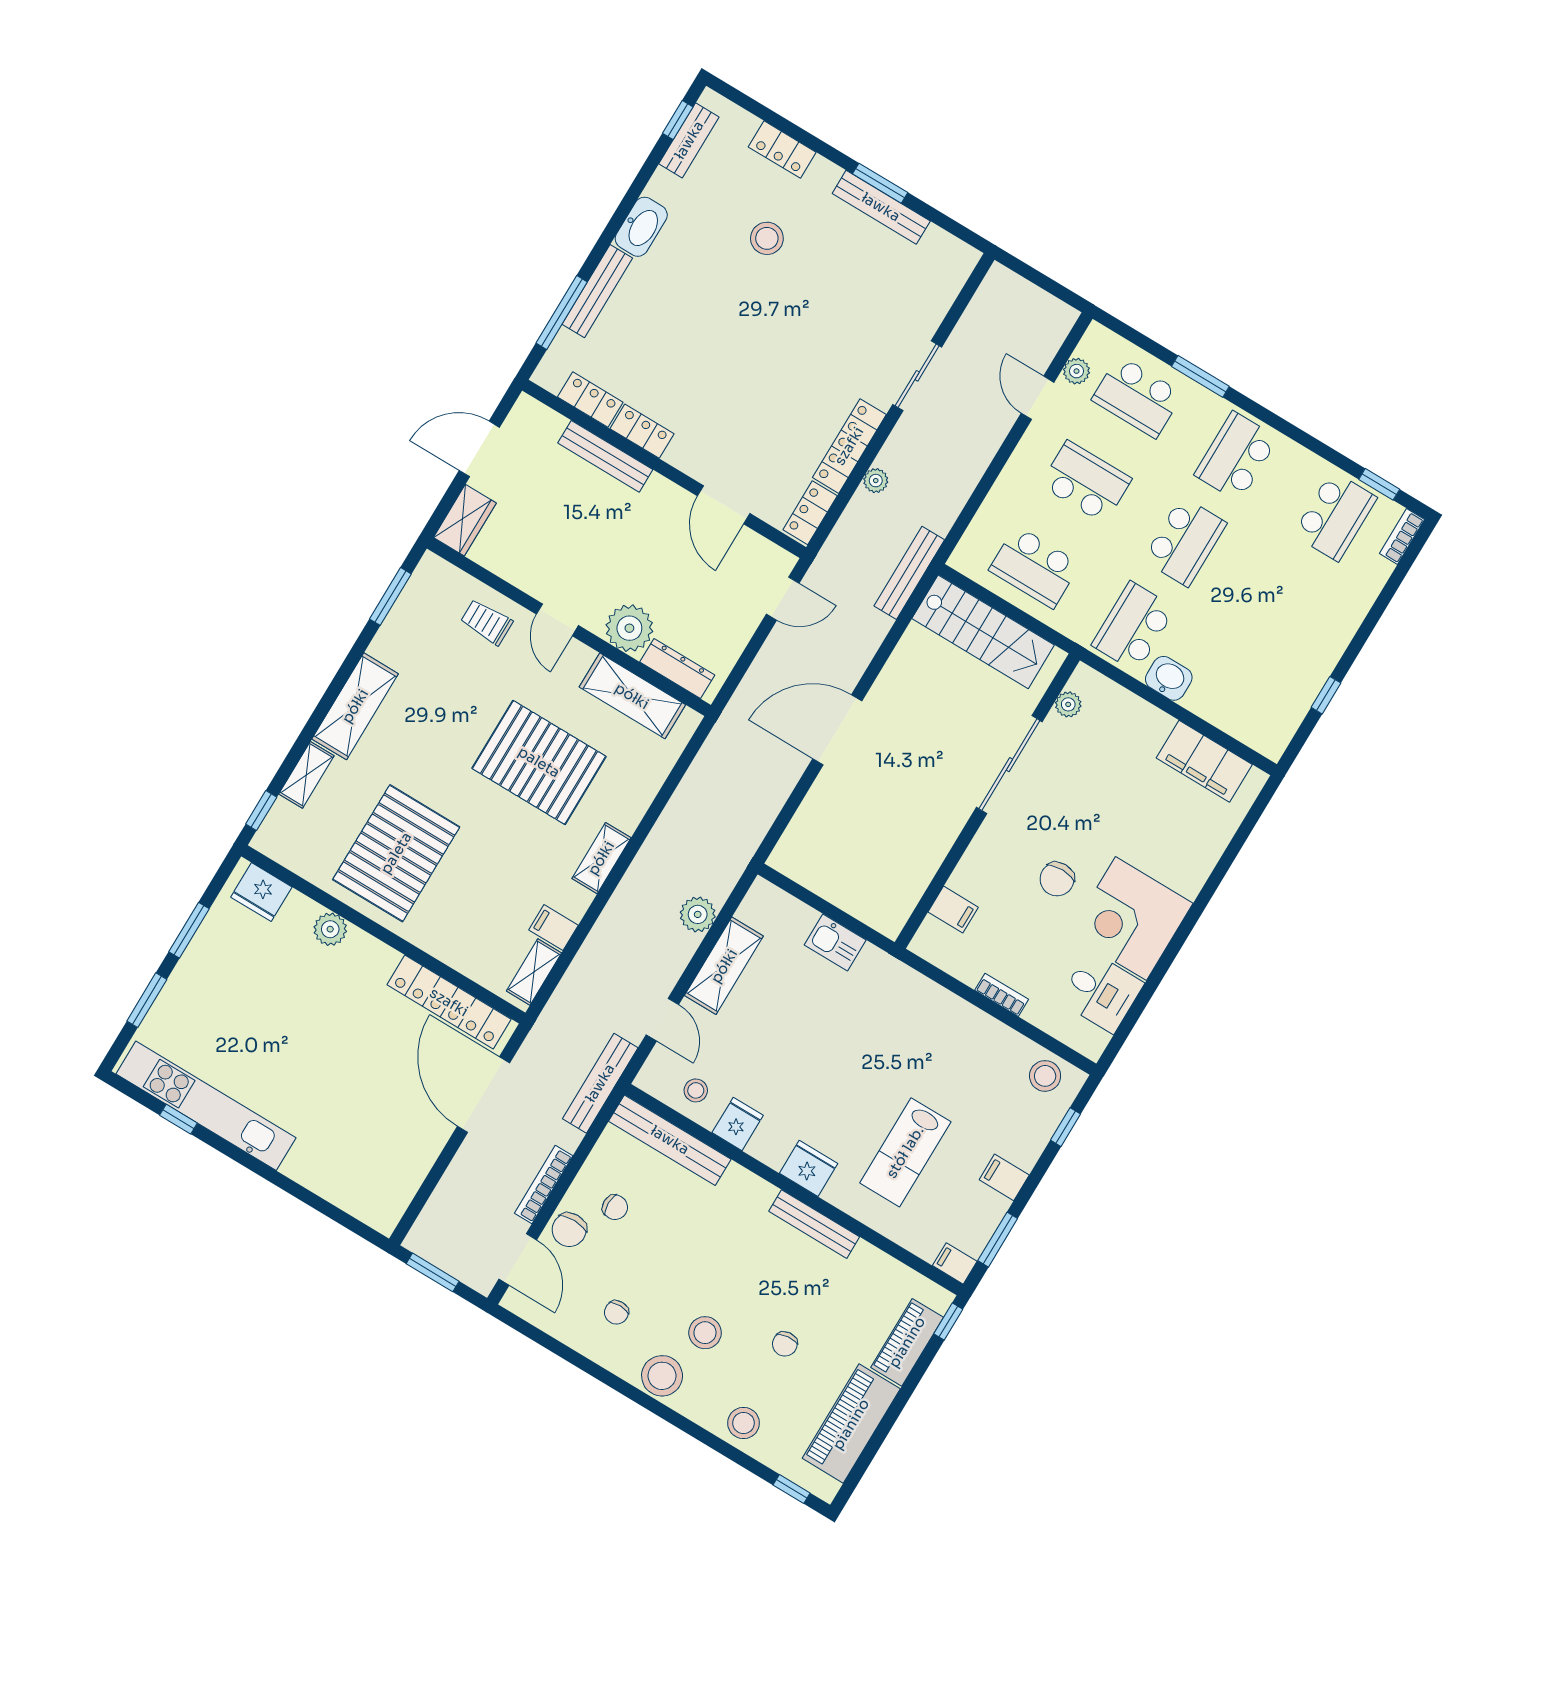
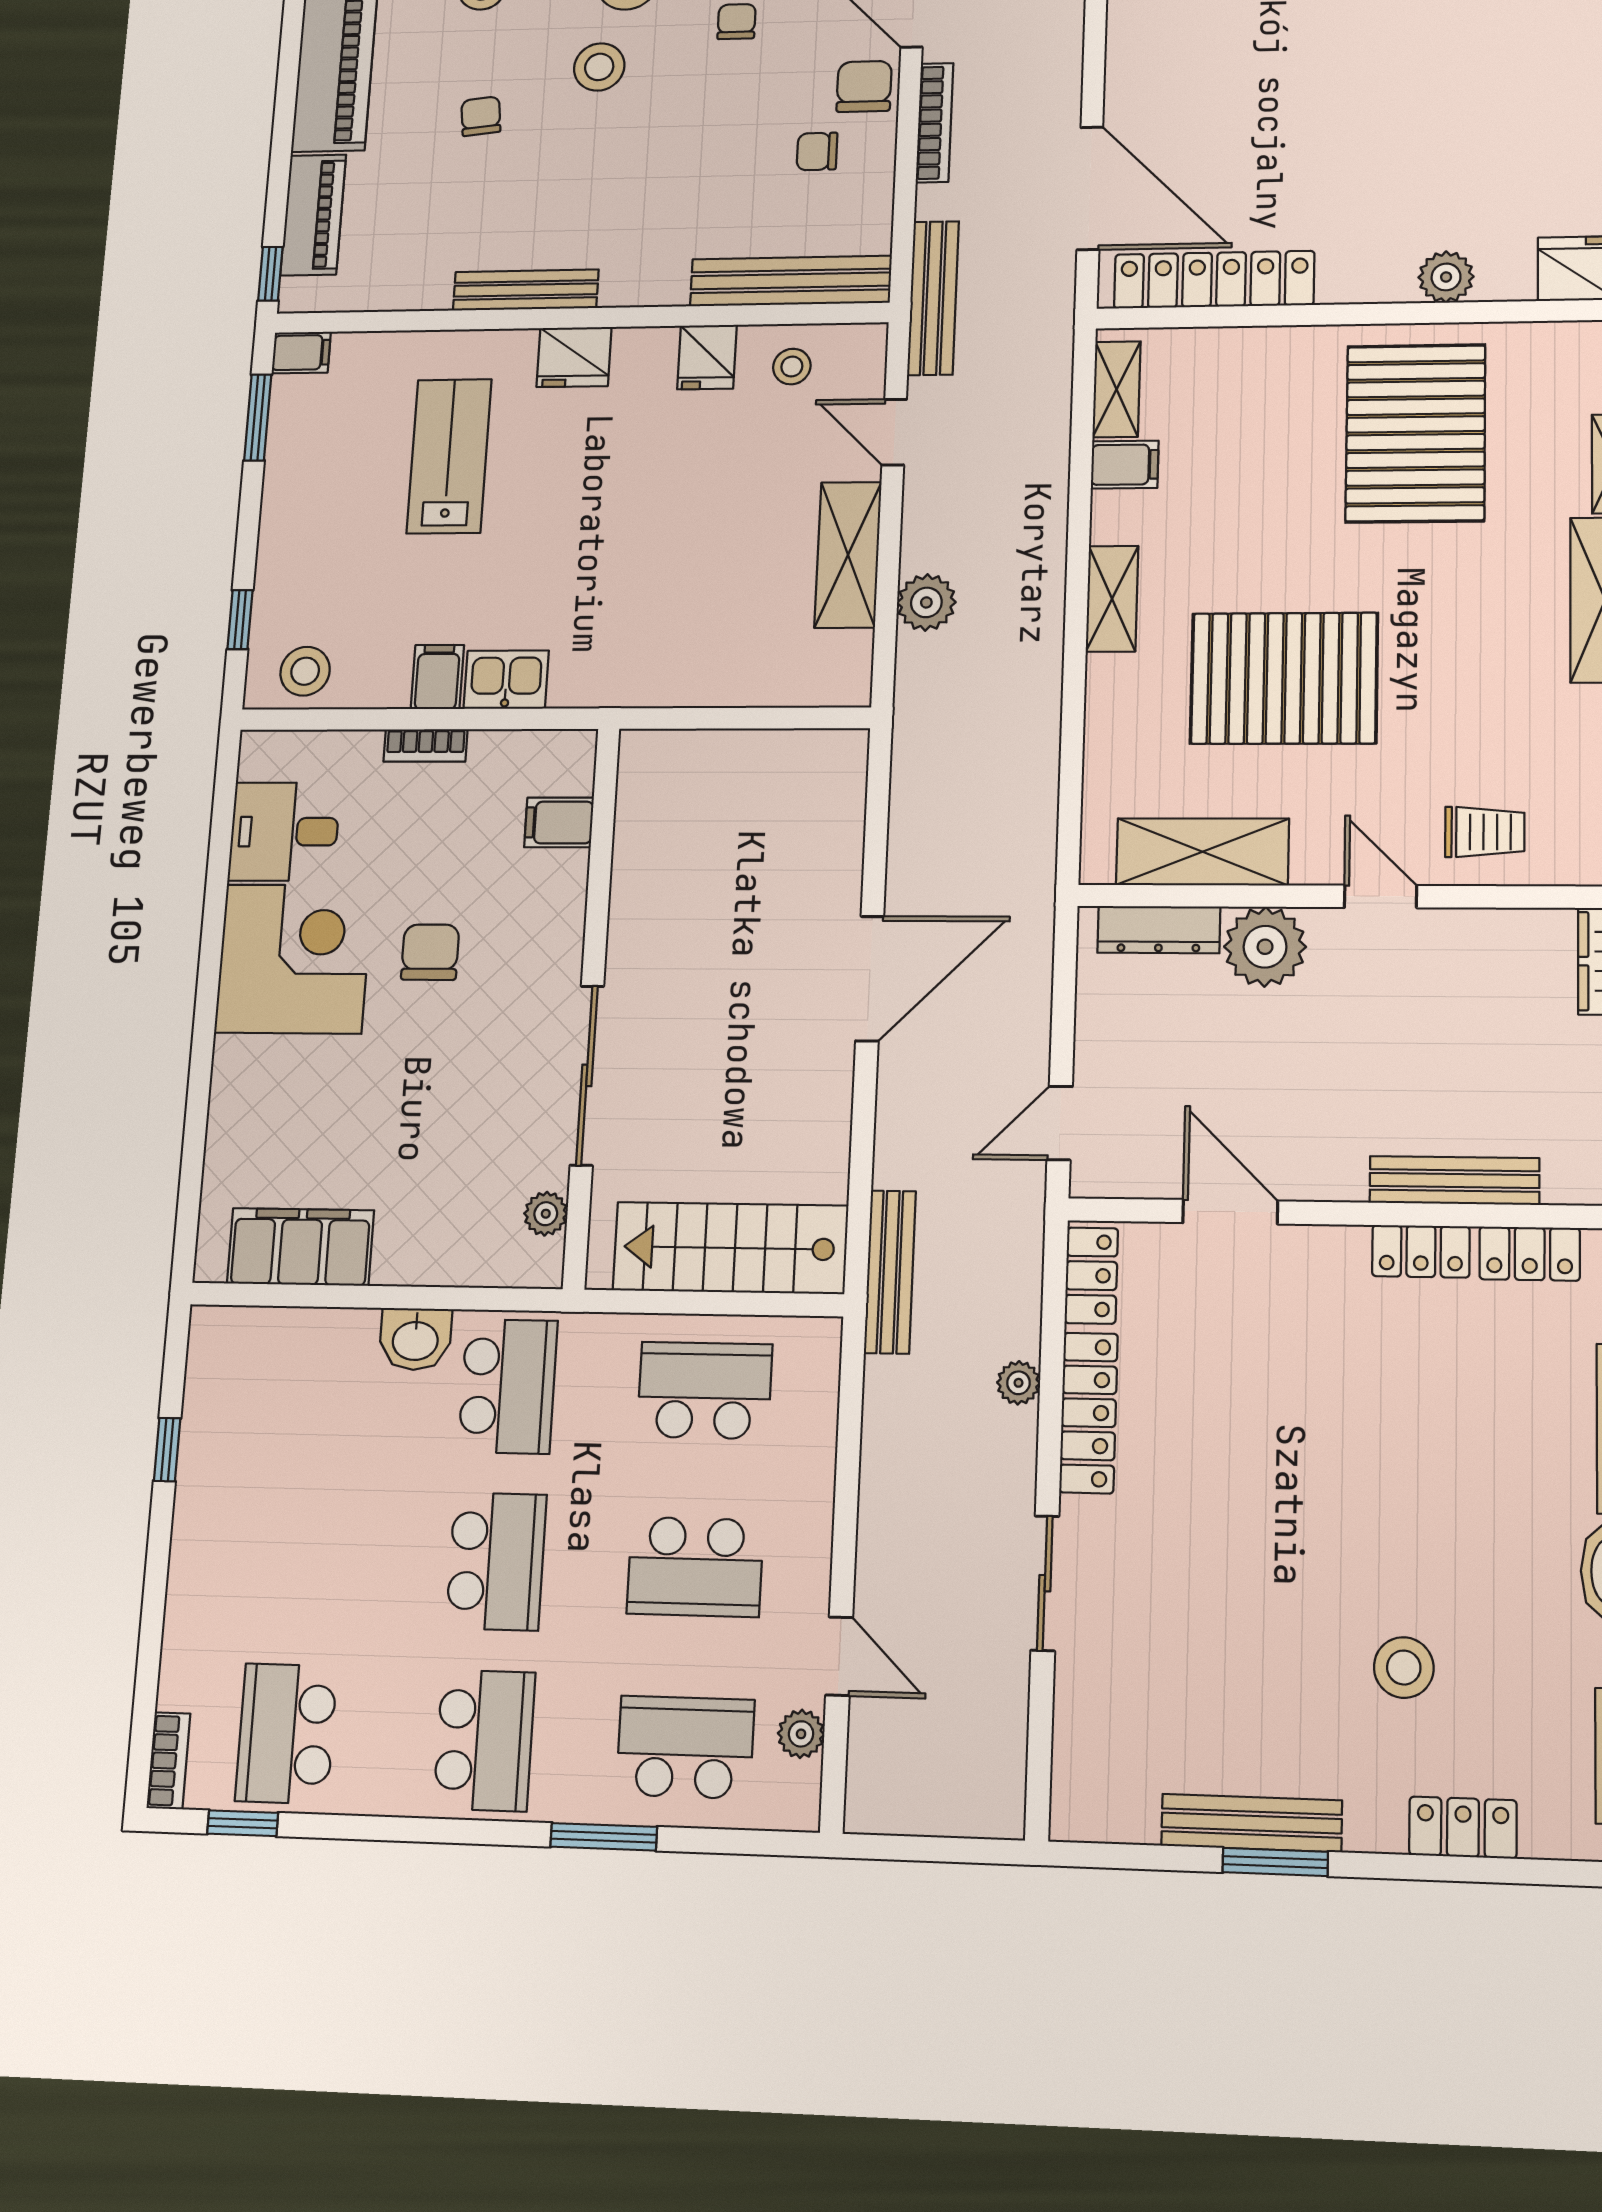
school desk: (1185, 542) -> (496, 1561), turned 180
kitchen sink: (835, 942) -> (506, 680), moved
filing cabinet: (1004, 1177) -> (437, 677), moved, turned -90

